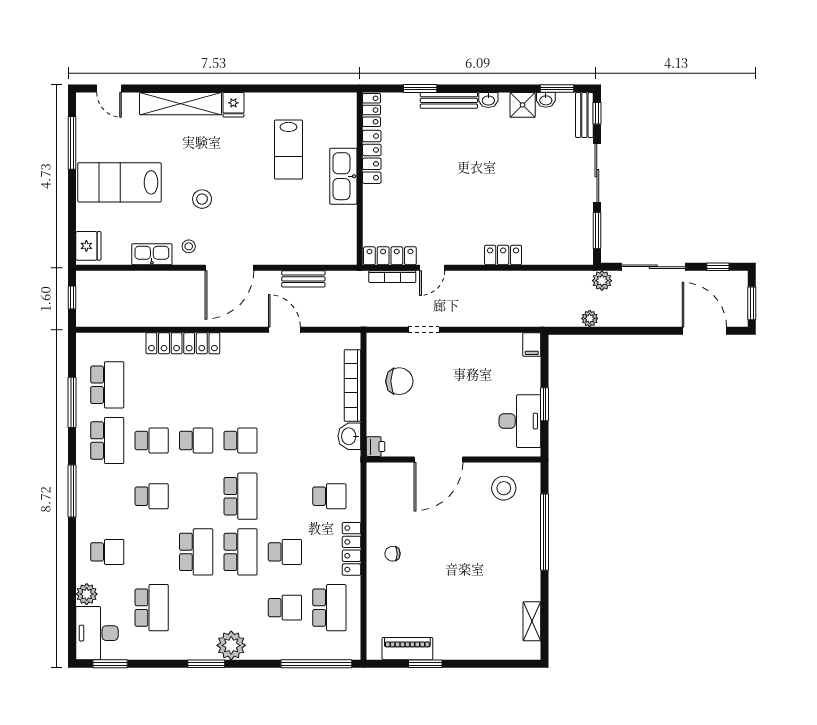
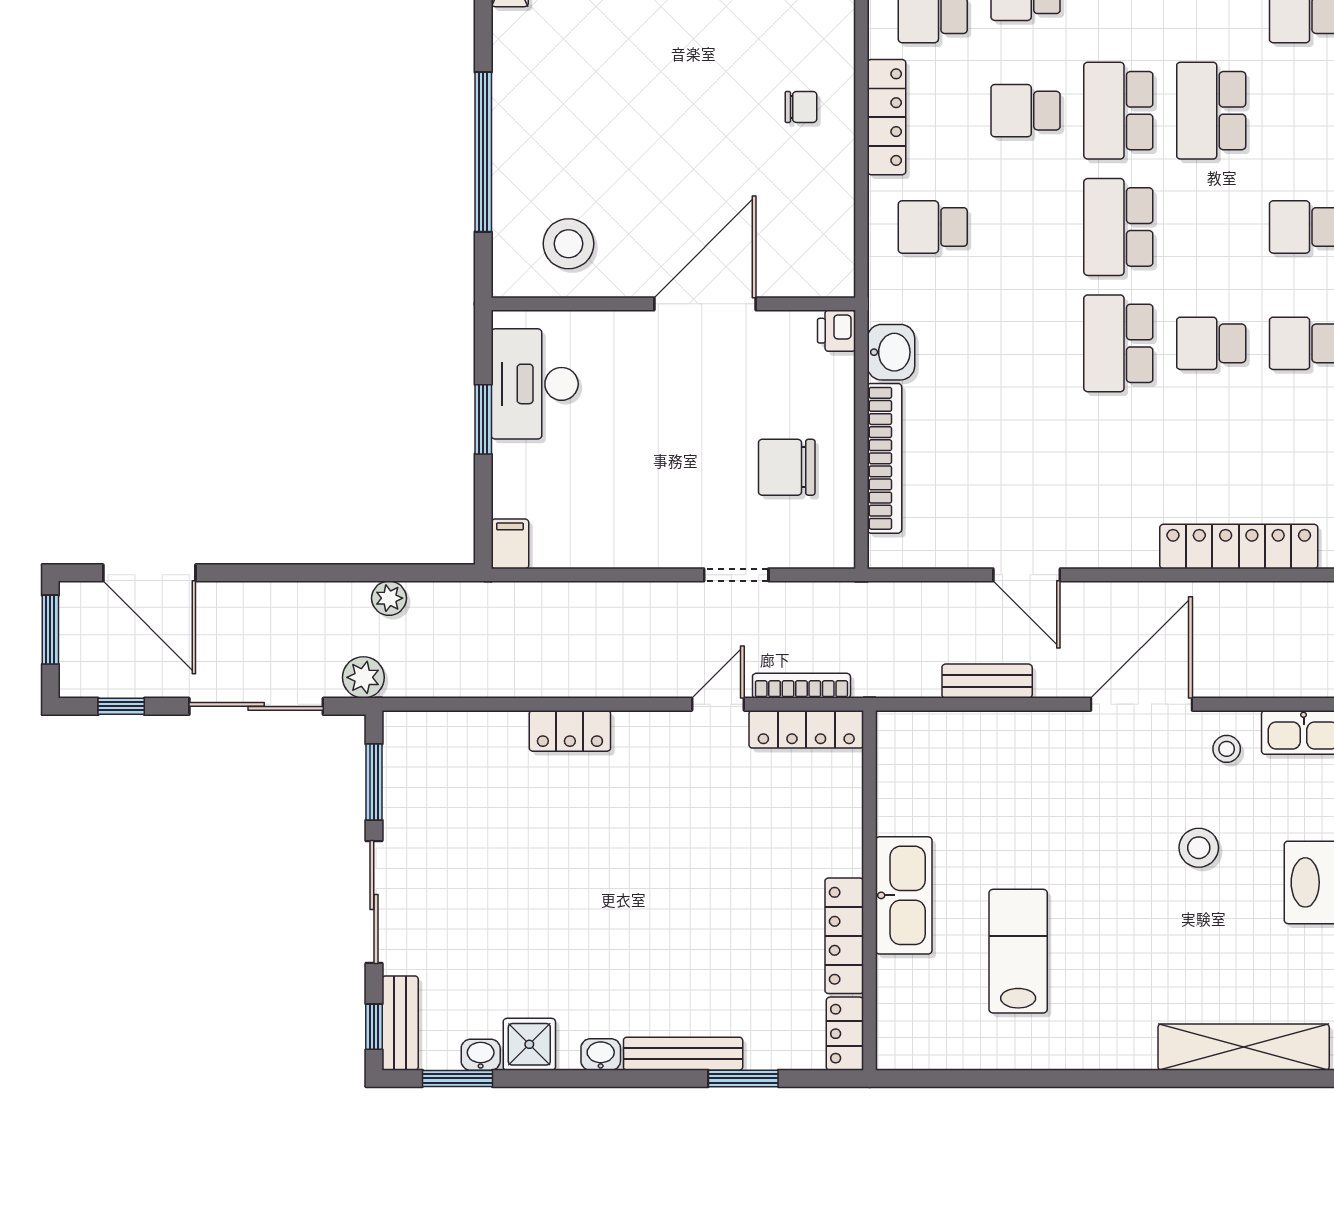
fridge: (233, 105) -> (1133, 1045), removed
school desk: (241, 441) -> (1118, 343), width x1.85

